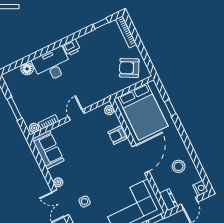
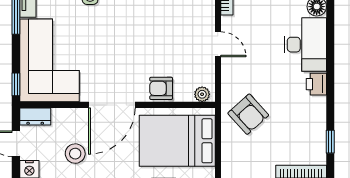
armchair: (129, 68) -> (248, 114), moved, turned 110
armchair: (117, 135) -> (161, 88), turned -90
door: (140, 159) -> (112, 105), hinge flipped

